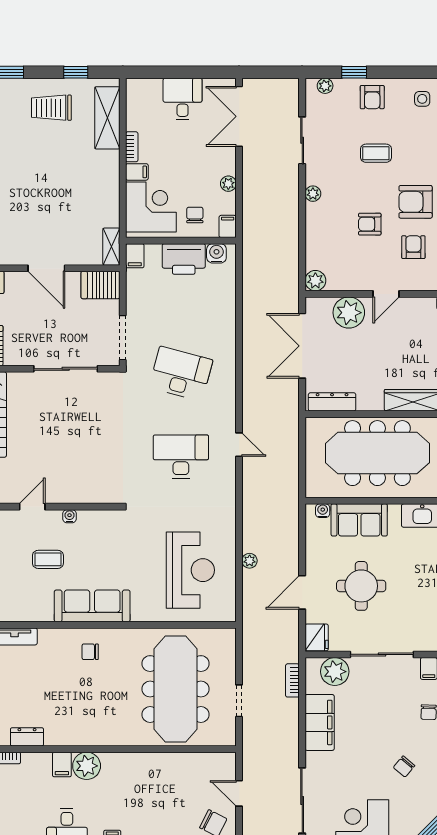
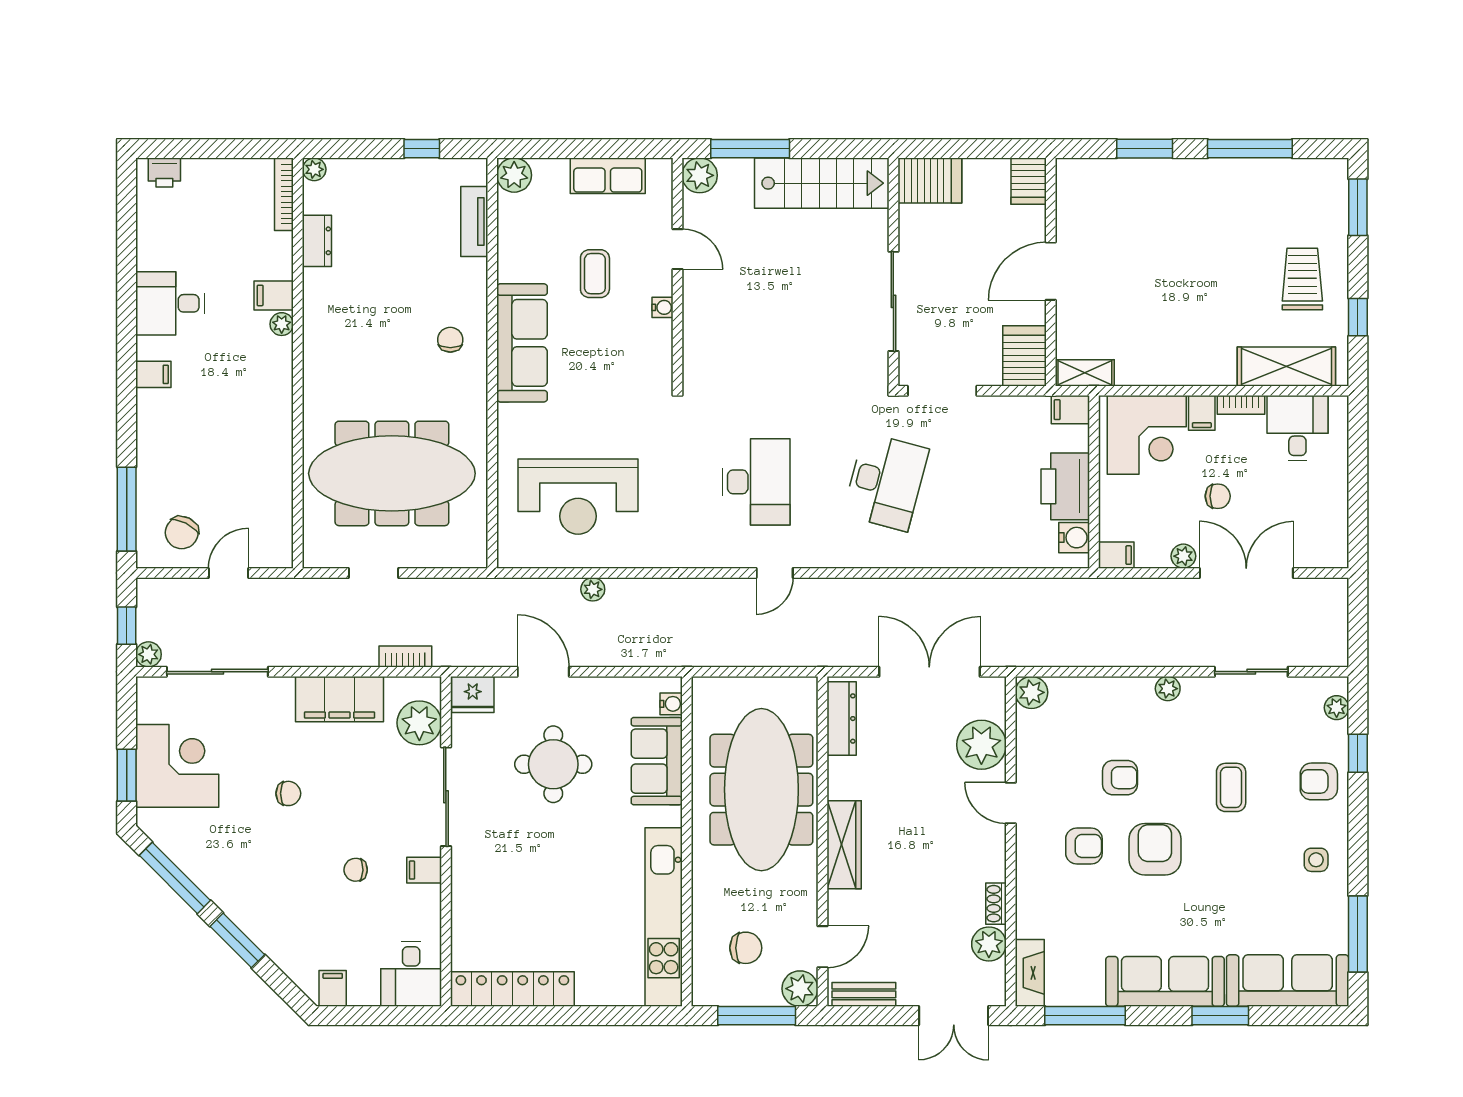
desk: (183, 99) -> (1297, 428), moved, turned -90
double door: (239, 116) -> (1246, 573), moved
chair: (195, 215) -> (1218, 496), moved
armchair: (370, 224) -> (1120, 778), turned 90
plant: (87, 766) -> (282, 324), width x0.53, depth x0.53
chair: (404, 767) -> (288, 793), moved, turned 140

